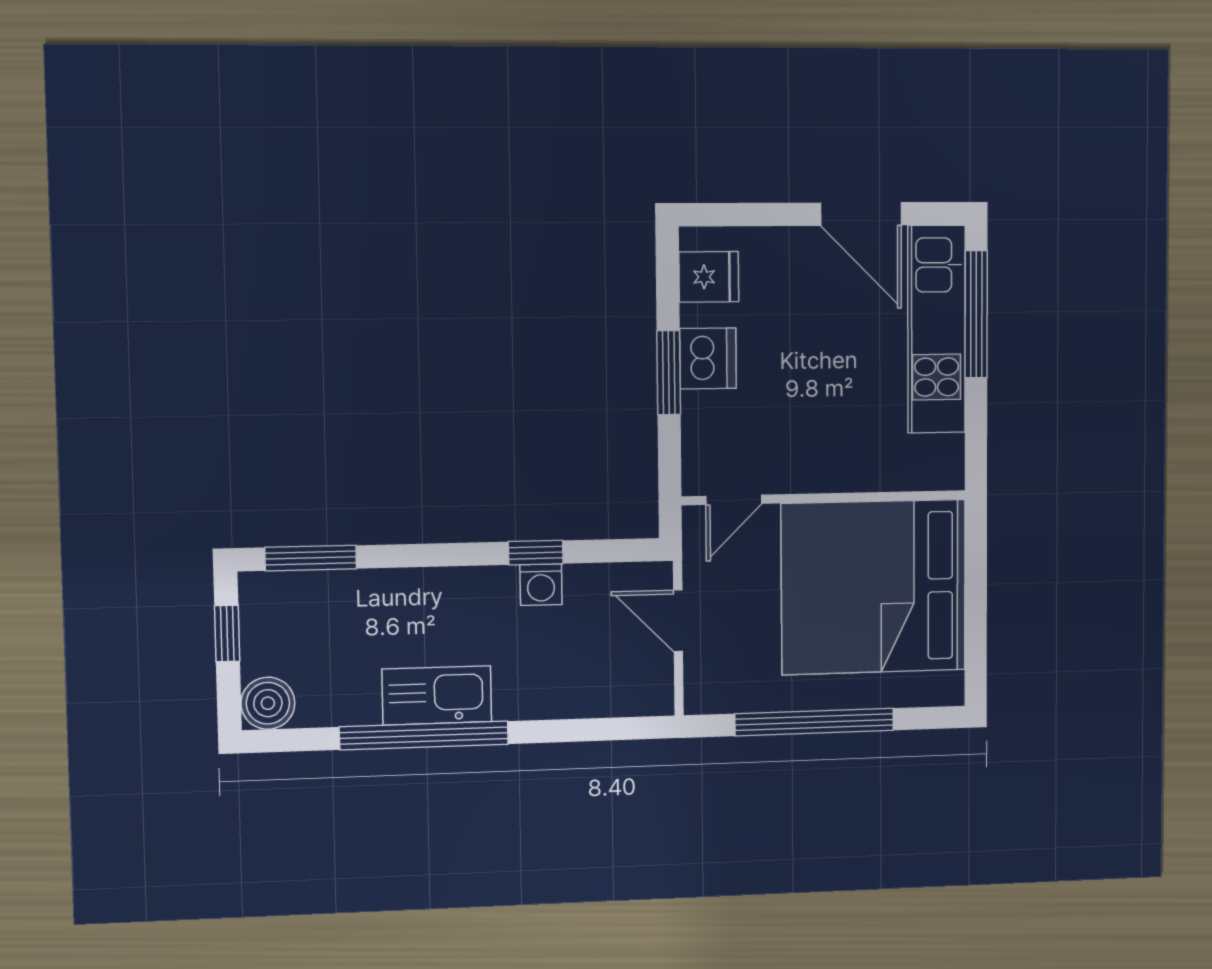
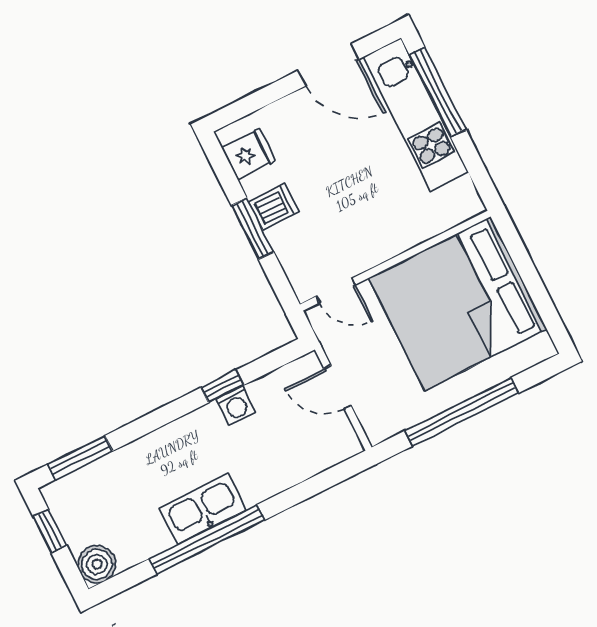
dishwasher: (708, 358) -> (274, 207), width x0.73
door: (734, 500) -> (336, 290), hinge flipped

